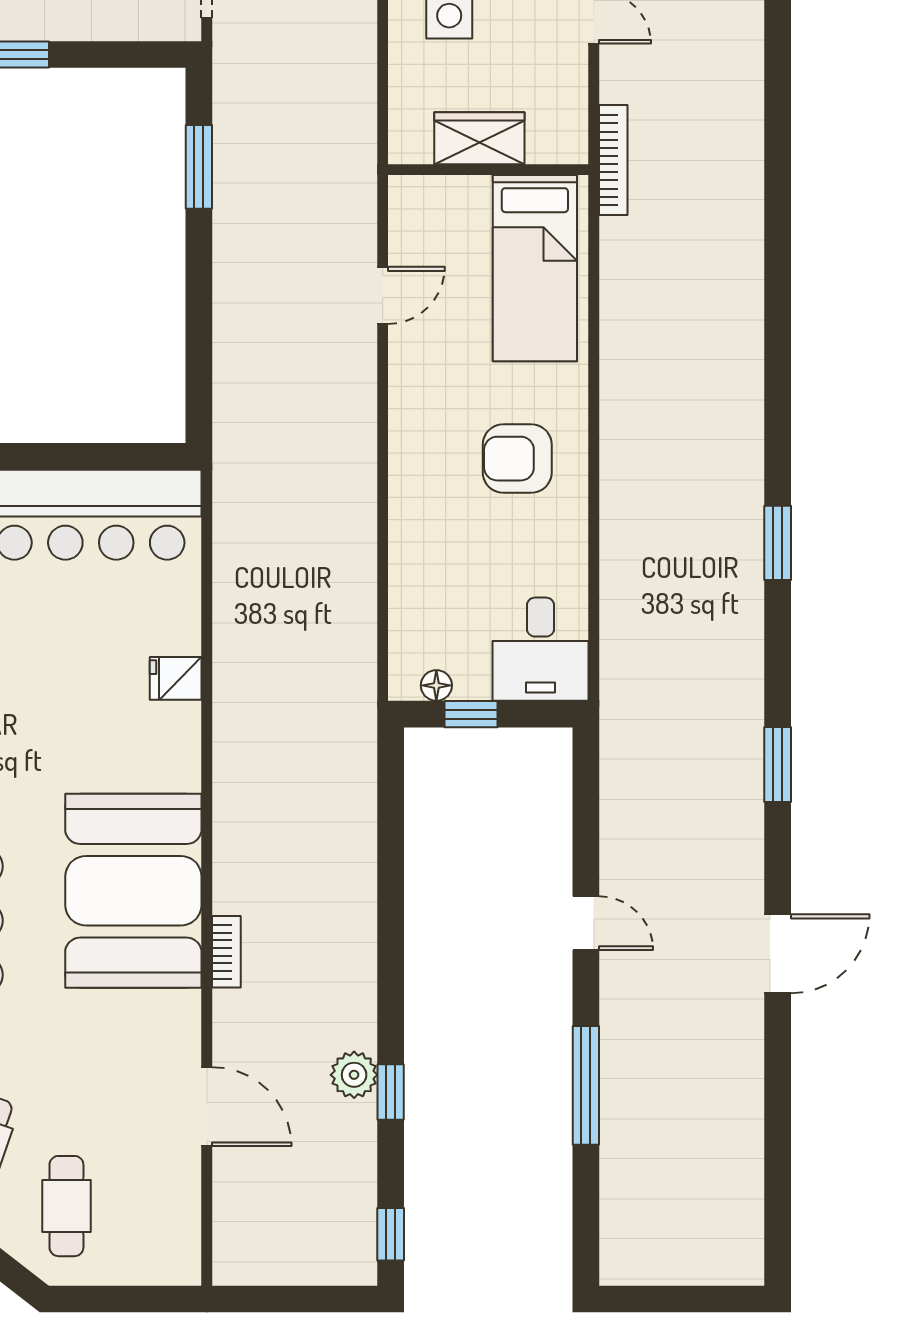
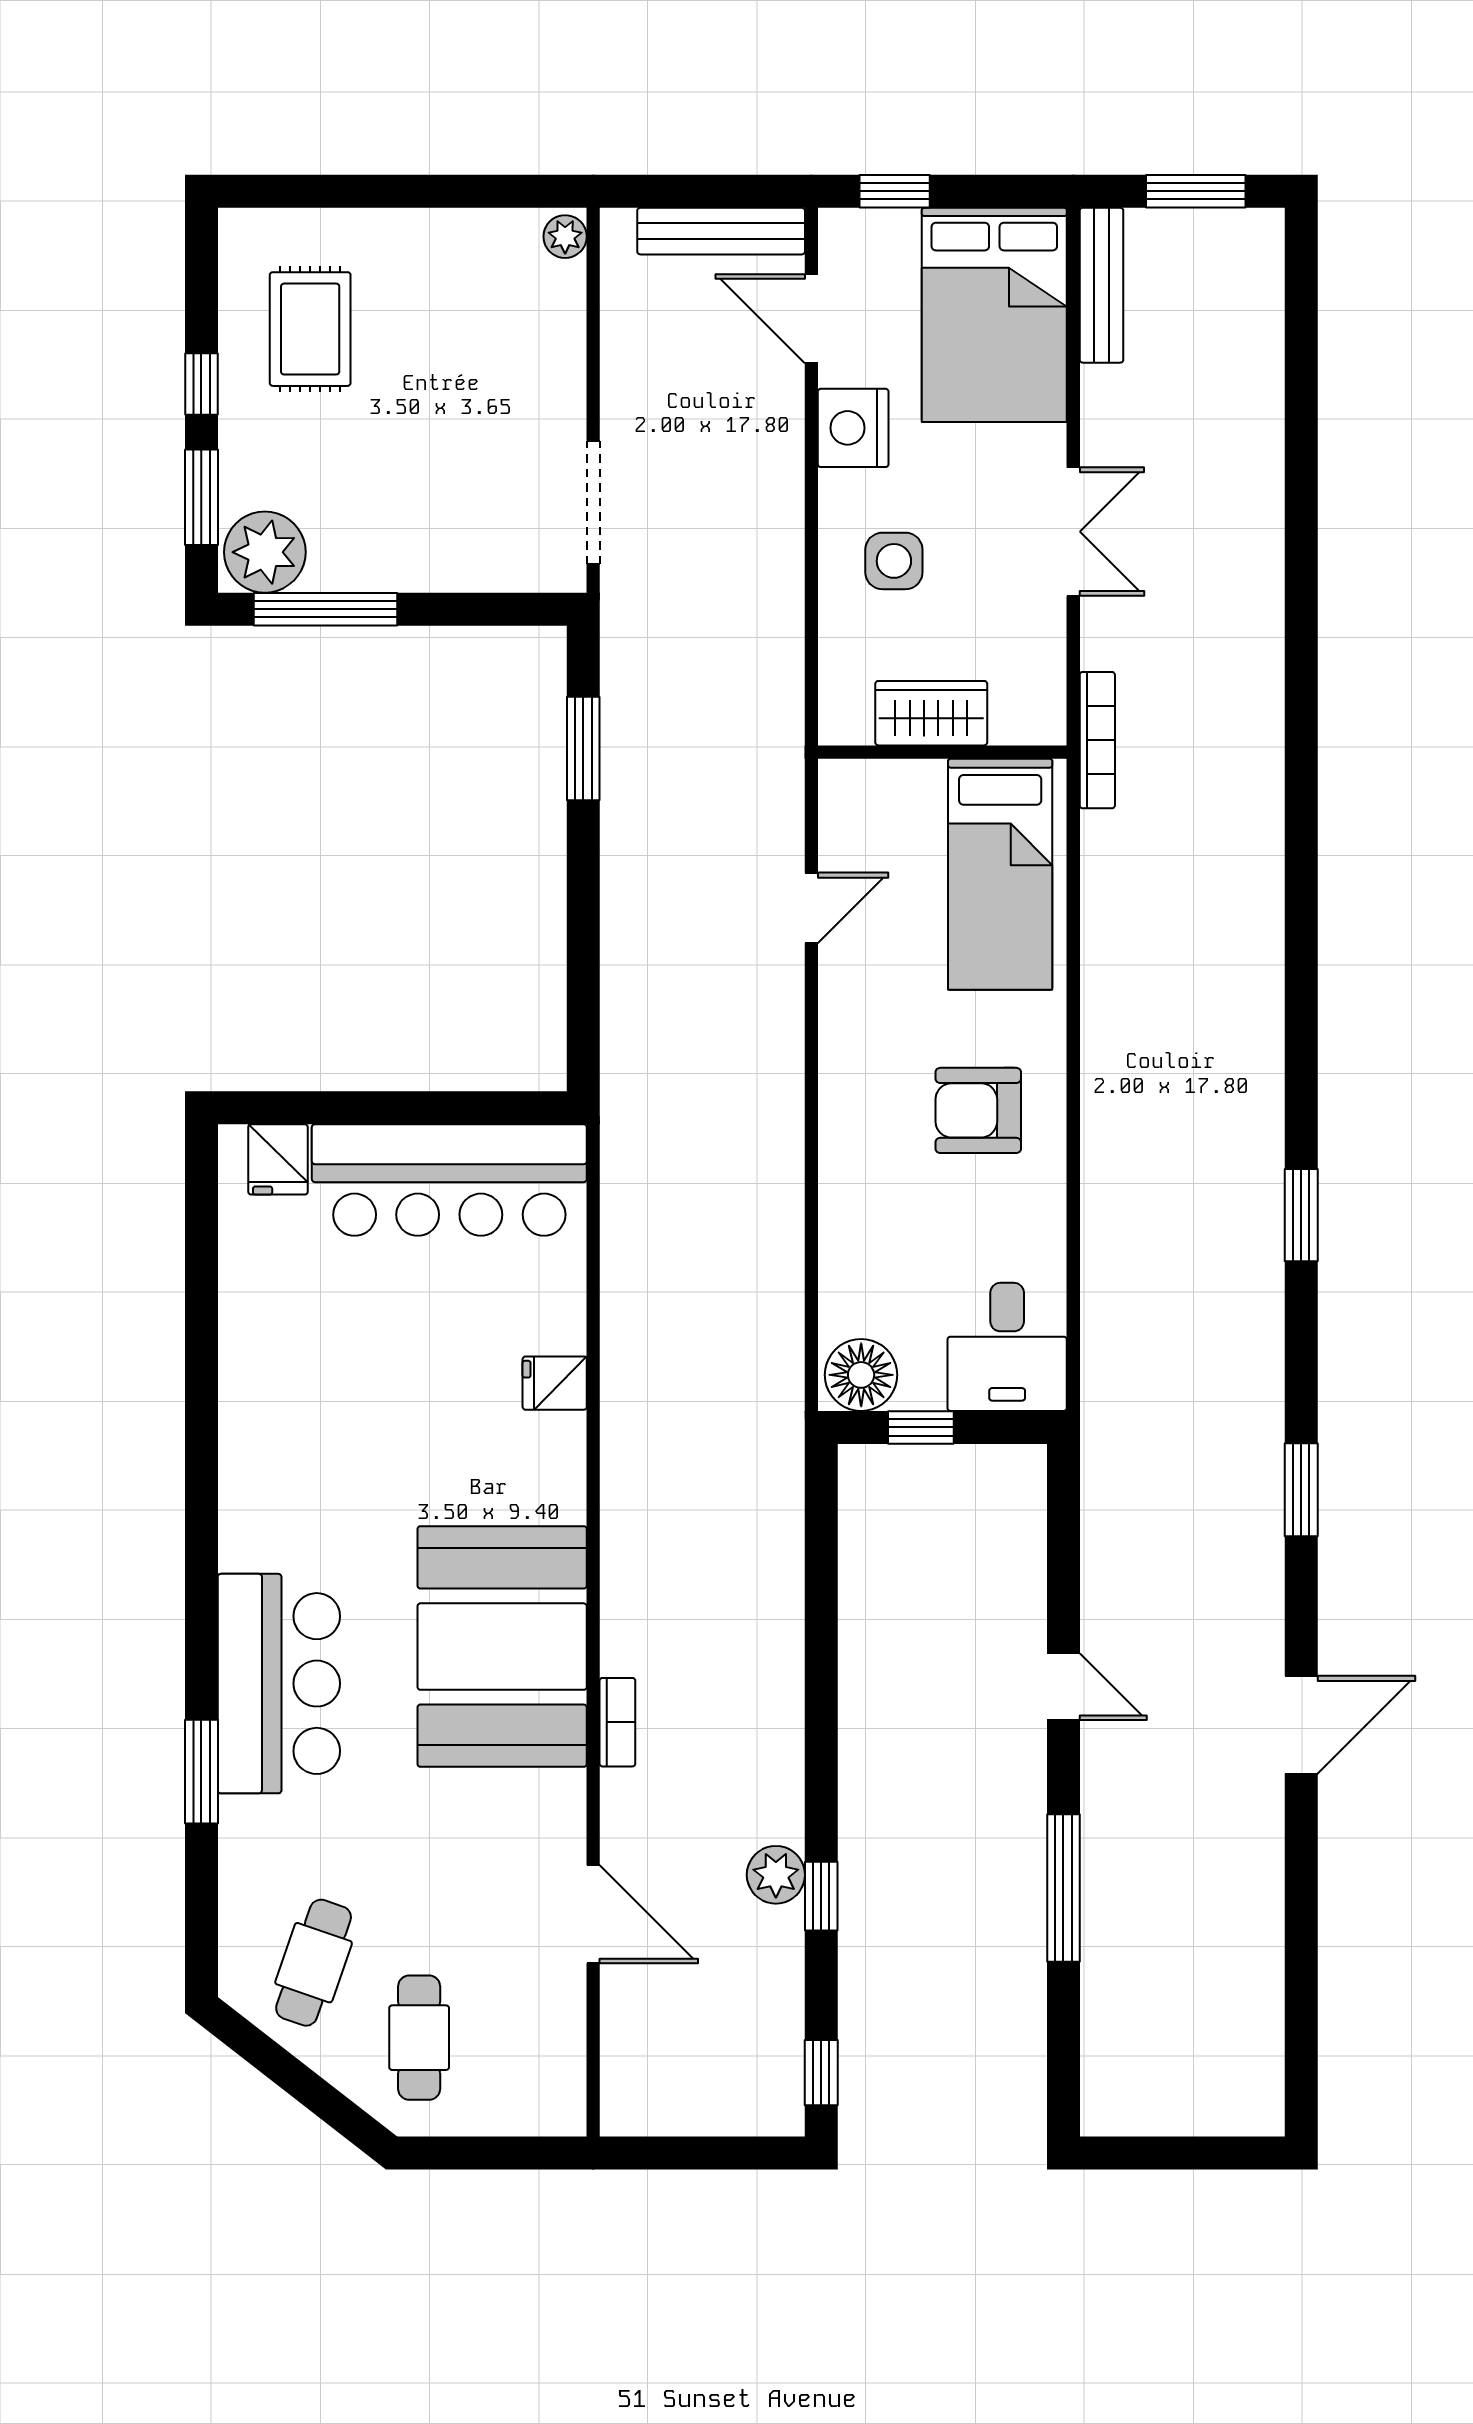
floor lamp: (436, 685) -> (861, 1375), width x1.89, depth x1.89

